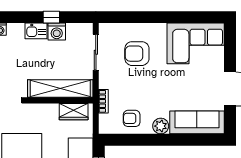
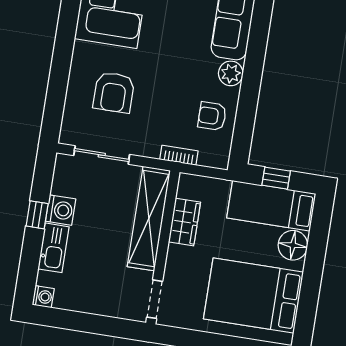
kitchen sink: (36, 31) -> (53, 248), width x1.38
wardrobe: (74, 112) -> (184, 222), moved
armchair: (132, 118) -> (212, 116), turned 90

